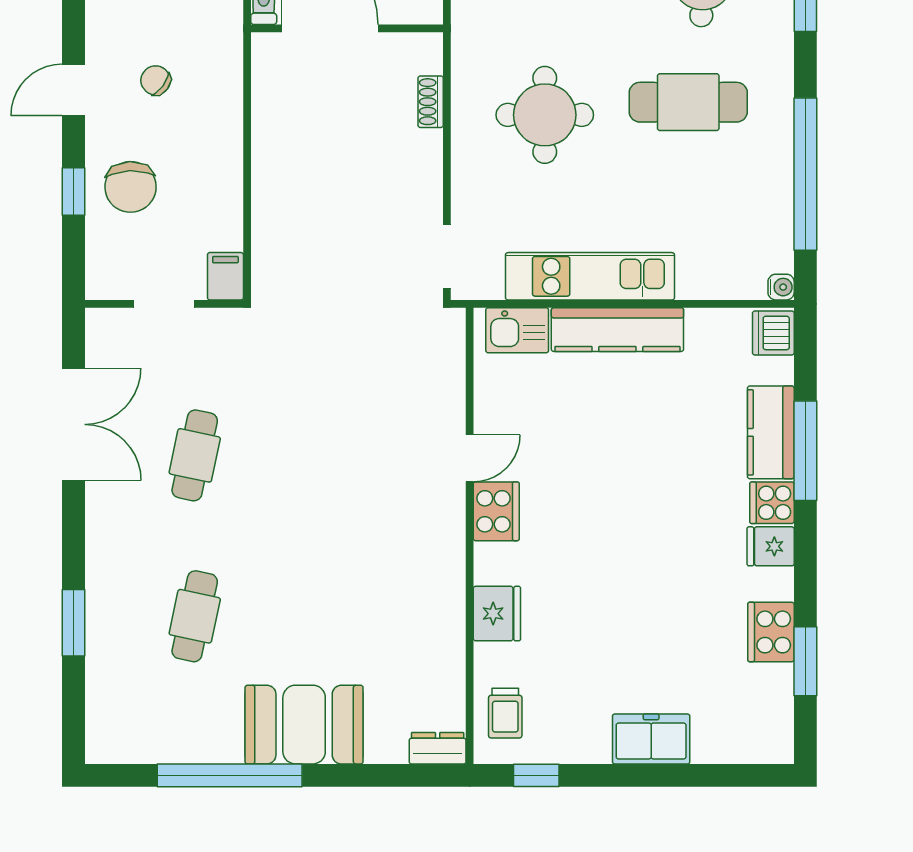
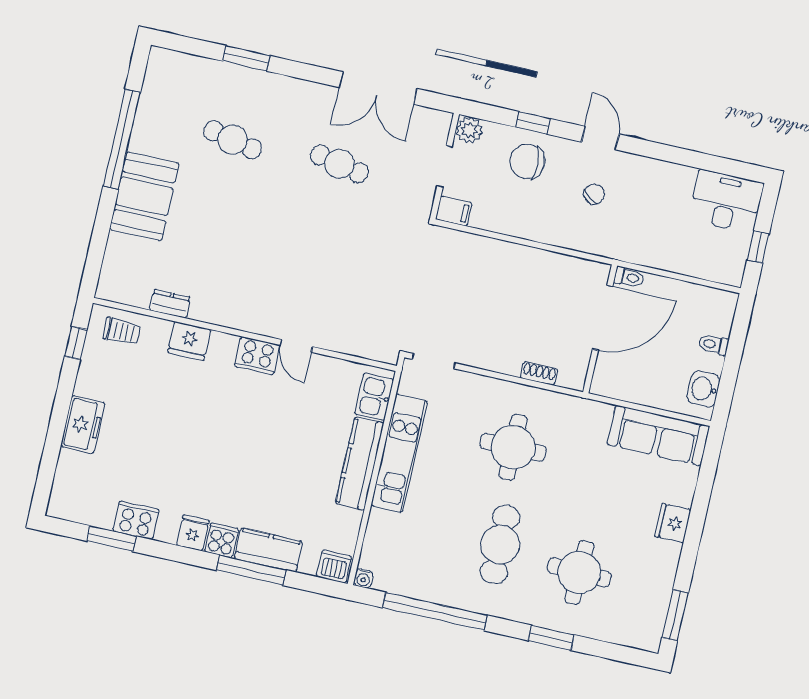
plant: (105, 280) -> (469, 130), added
trolley: (505, 713) -> (122, 332), turned 180
dresser: (438, 748) -> (170, 304), moved, turned -90

